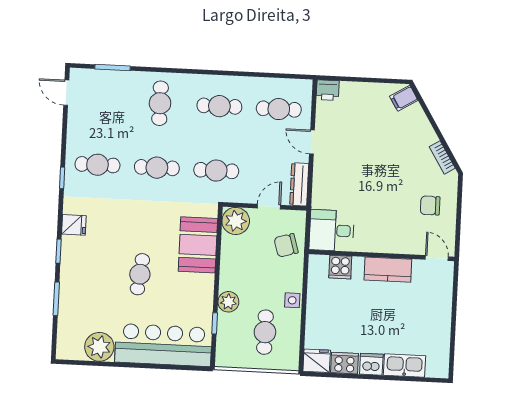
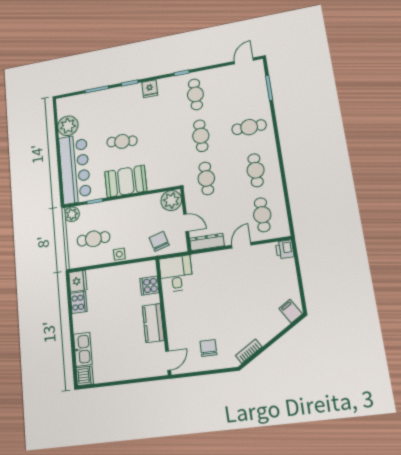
booth: (198, 245) -> (126, 181), moved
plant: (228, 302) -> (72, 214), moved
dishwasher: (371, 364) -> (85, 376), moved

